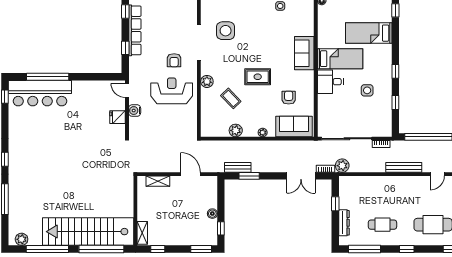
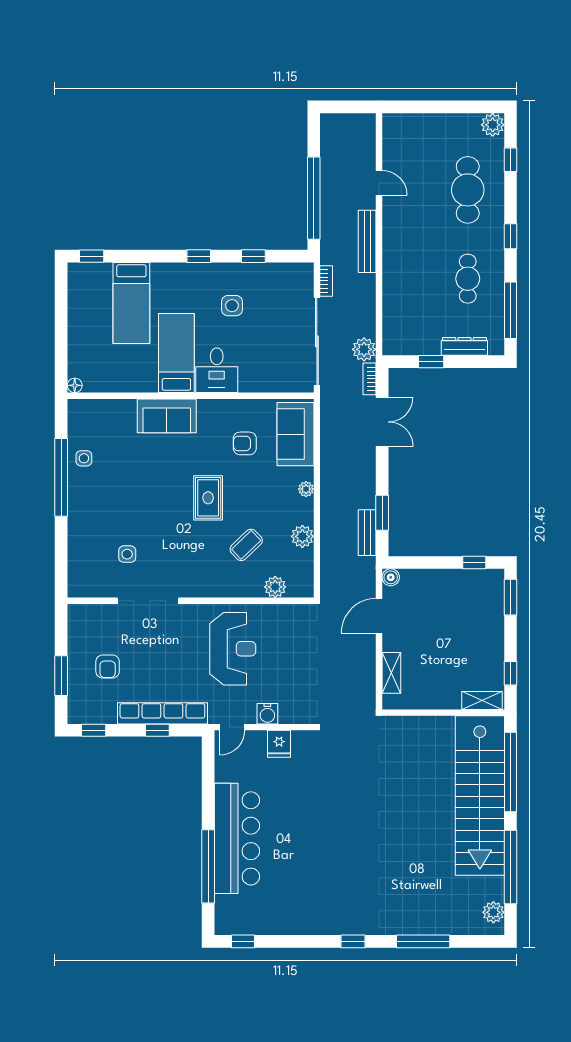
row of seats: (135, 30) -> (162, 713), moved
side table: (226, 31) -> (127, 554), width x0.54, depth x0.54
armchair: (174, 60) -> (108, 666), moved, turned 90
plant: (207, 81) -> (275, 587), moved
reception desk: (172, 91) -> (233, 649), turned 180
bar counter: (40, 93) -> (237, 838), moved
boiler: (212, 214) -> (391, 577), moved

